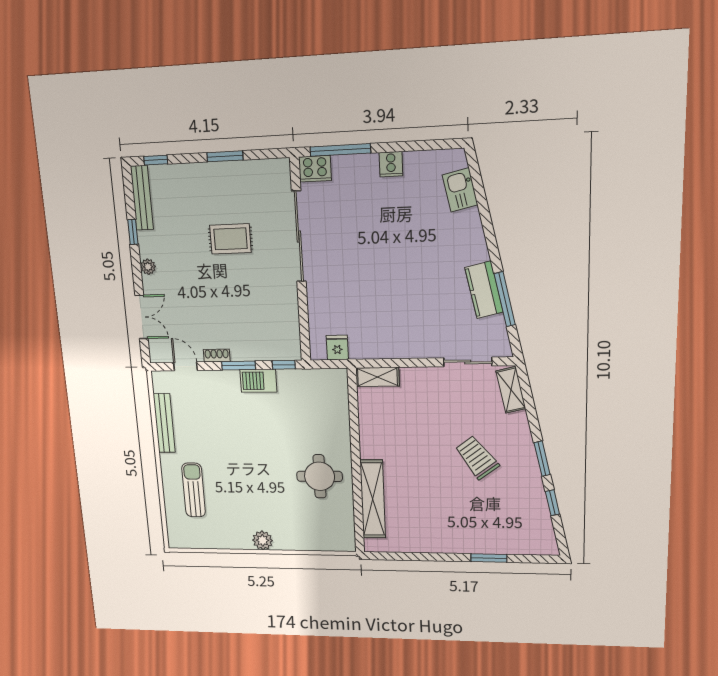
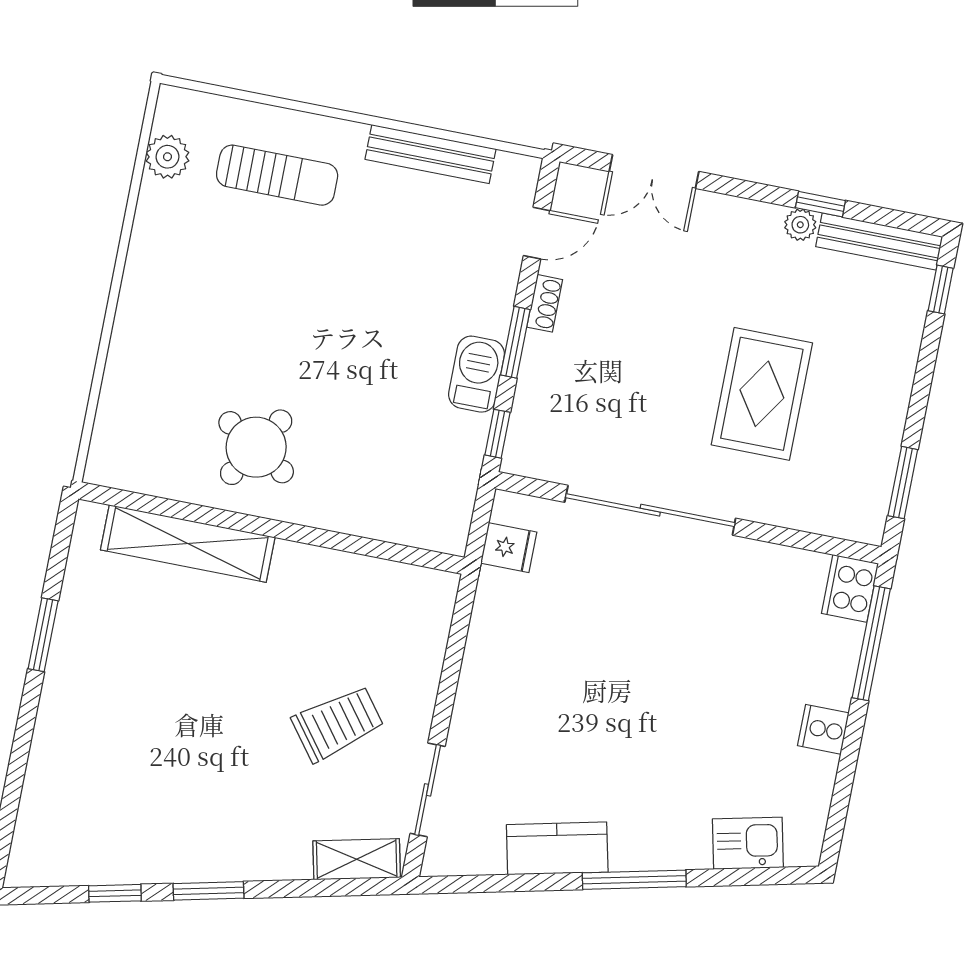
window: (225, 156) -> (903, 483), moved
sliding door: (299, 237) -> (650, 510), moved
rug: (230, 239) -> (762, 394), width x1.36, depth x1.43
plant: (148, 267) -> (800, 225), moved
window: (505, 299) -> (634, 880), moved
shelving: (377, 377) -> (435, 612), removed
trolley: (477, 458) -> (338, 723), moved
round table: (320, 476) -> (256, 447), turned 32
plant: (263, 540) -> (167, 157), moved
window: (489, 558) -> (43, 635), moved

